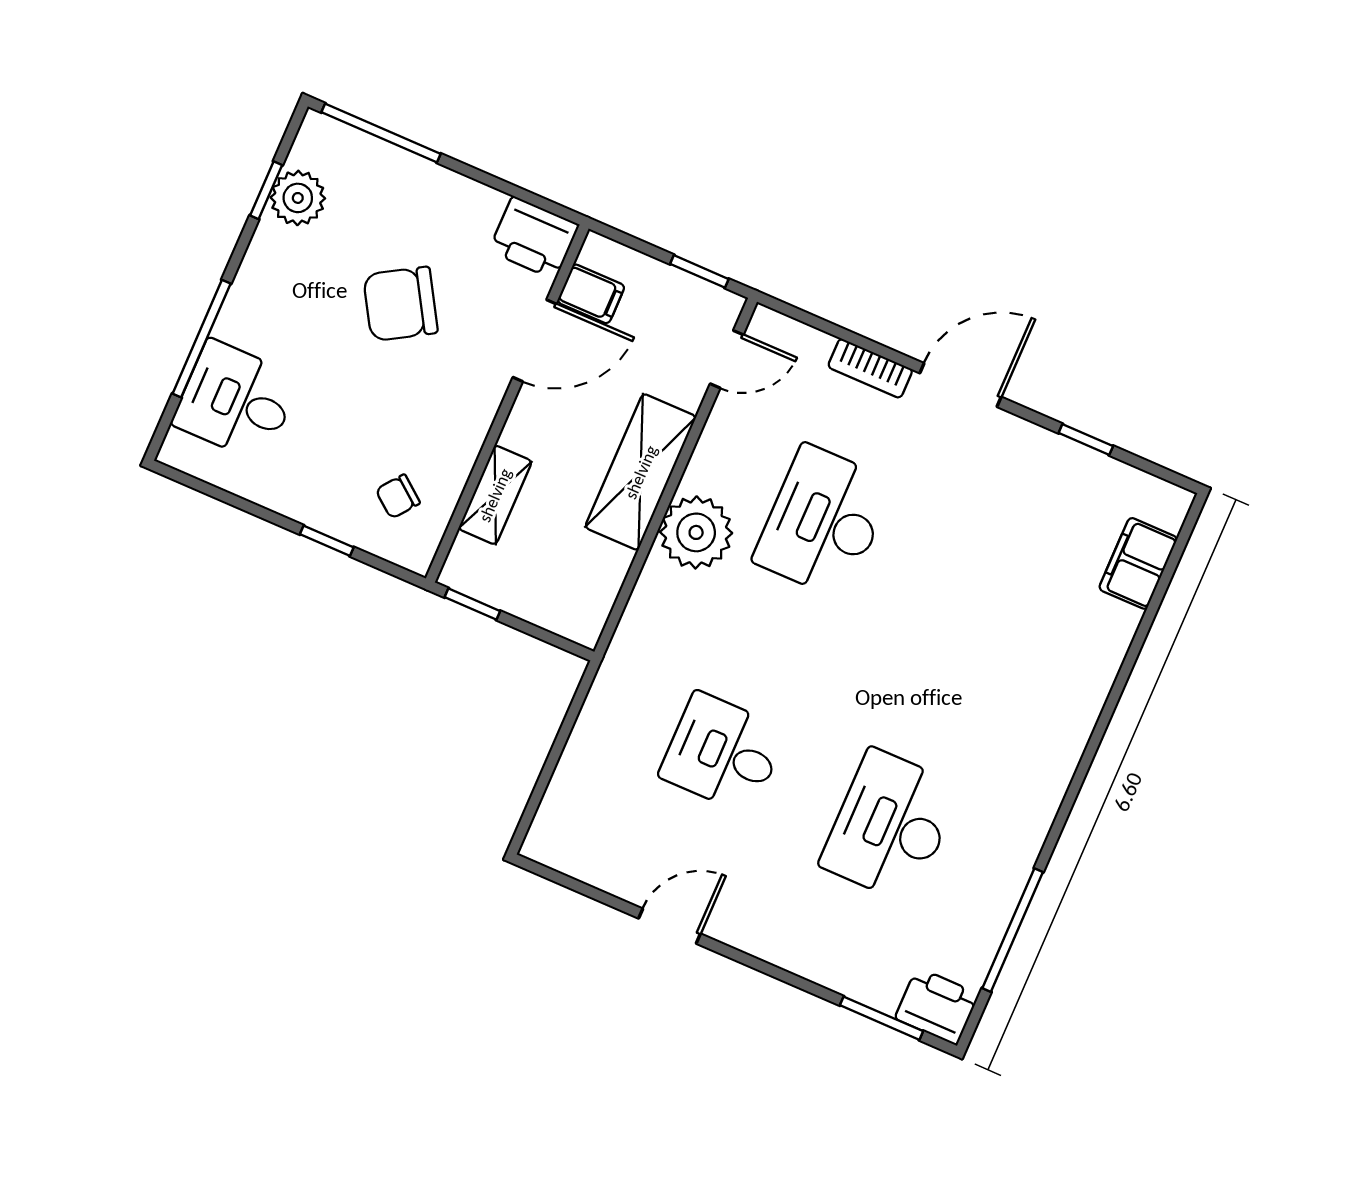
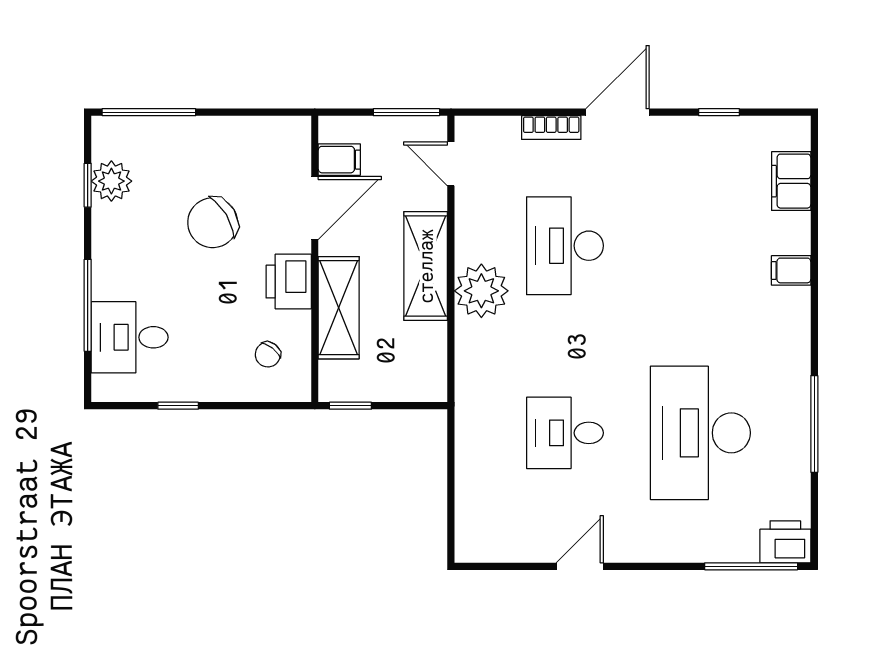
printer: (534, 238) -> (289, 282), moved, turned 90
window: (699, 271) -> (406, 112), width x1.50
door: (727, 359) -> (451, 164), swing flipped
shelving: (495, 495) -> (339, 308), width x1.50, depth x1.33
window: (327, 541) -> (178, 406), moved
filing cabinet: (1090, 674) -> (791, 270), added
desk: (890, 826) -> (700, 433), width x1.36, depth x1.30
window: (1013, 930) -> (814, 424), moved
window: (881, 1018) -> (751, 566), width x1.44

